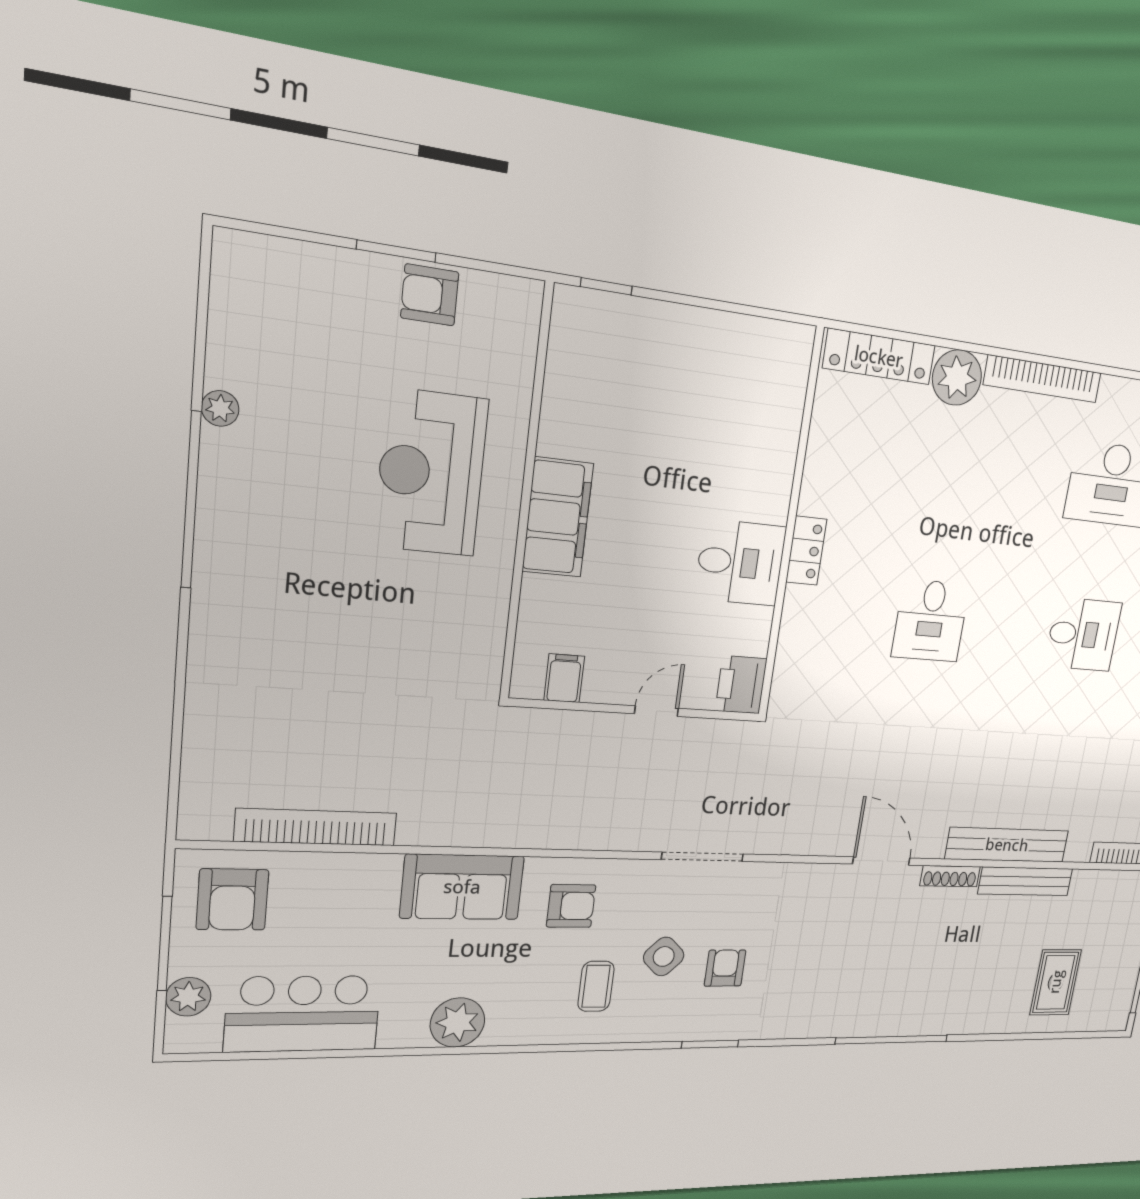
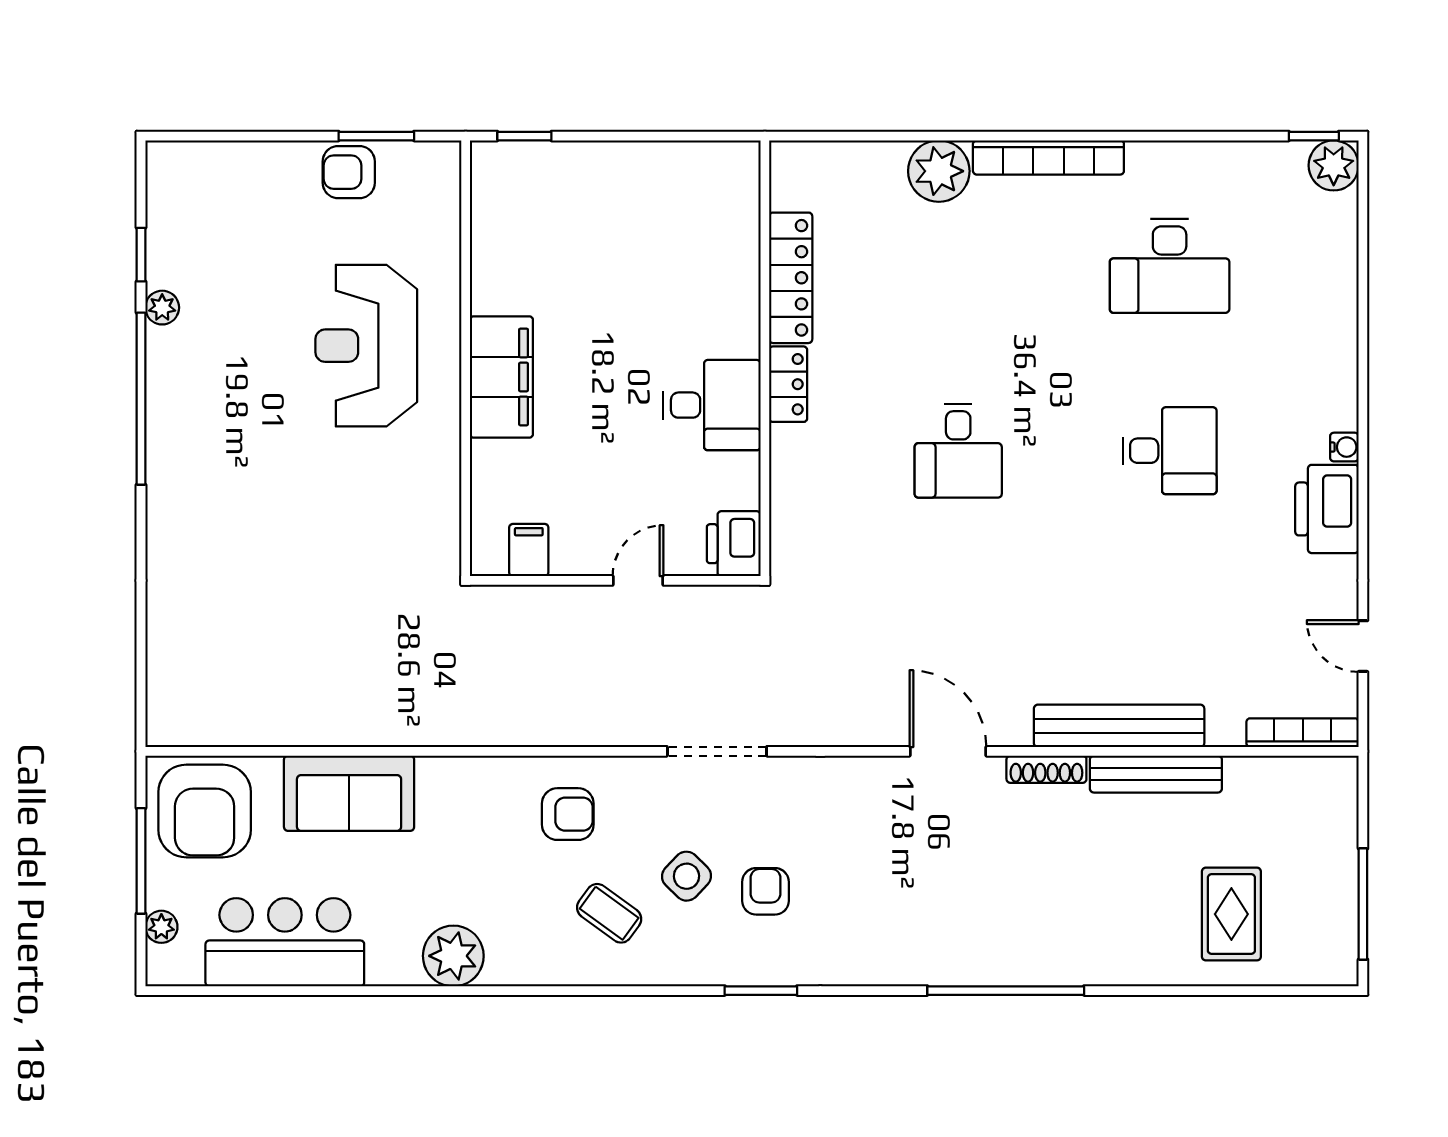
window: (396, 251) -> (376, 136), moved
window: (200, 349) -> (141, 255), added
locker: (879, 357) -> (791, 278), moved, turned -90
bookcase: (316, 827) -> (283, 729), removed
sofa: (462, 887) -> (349, 793), moved
armchair: (232, 900) -> (205, 811), width x1.36, depth x1.36
coffee table: (596, 986) -> (609, 913), turned -54
plant: (188, 997) -> (161, 927), width x0.73, depth x0.73

